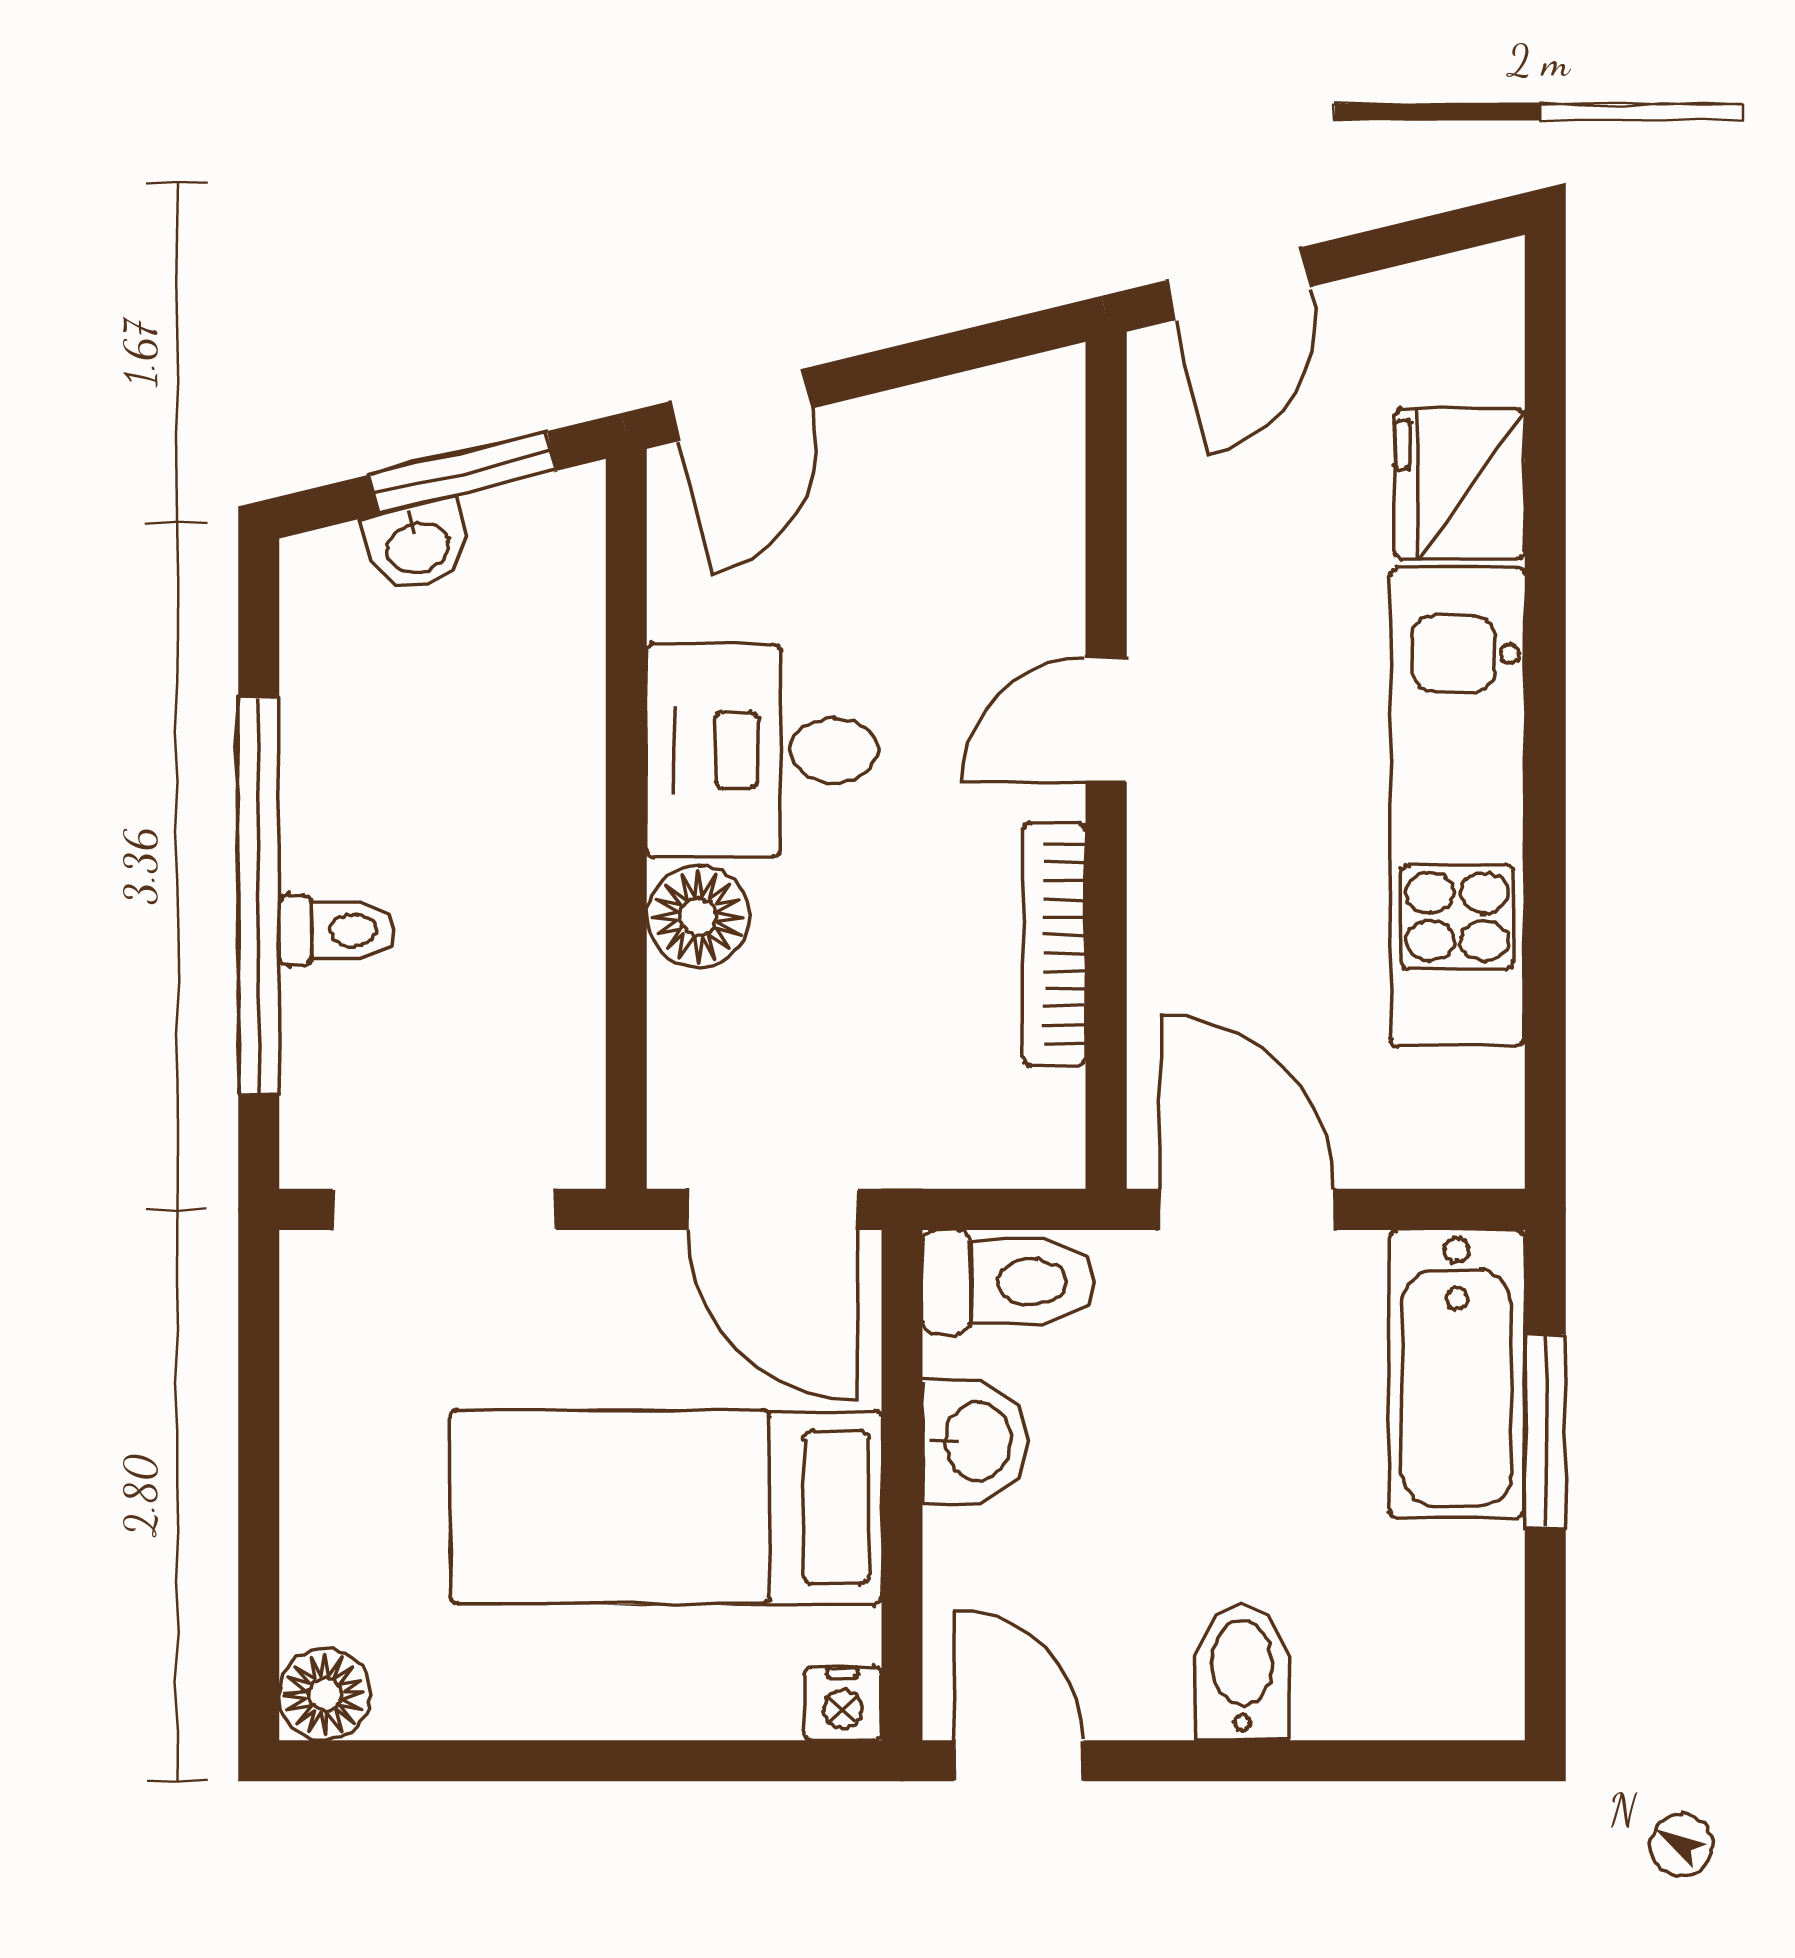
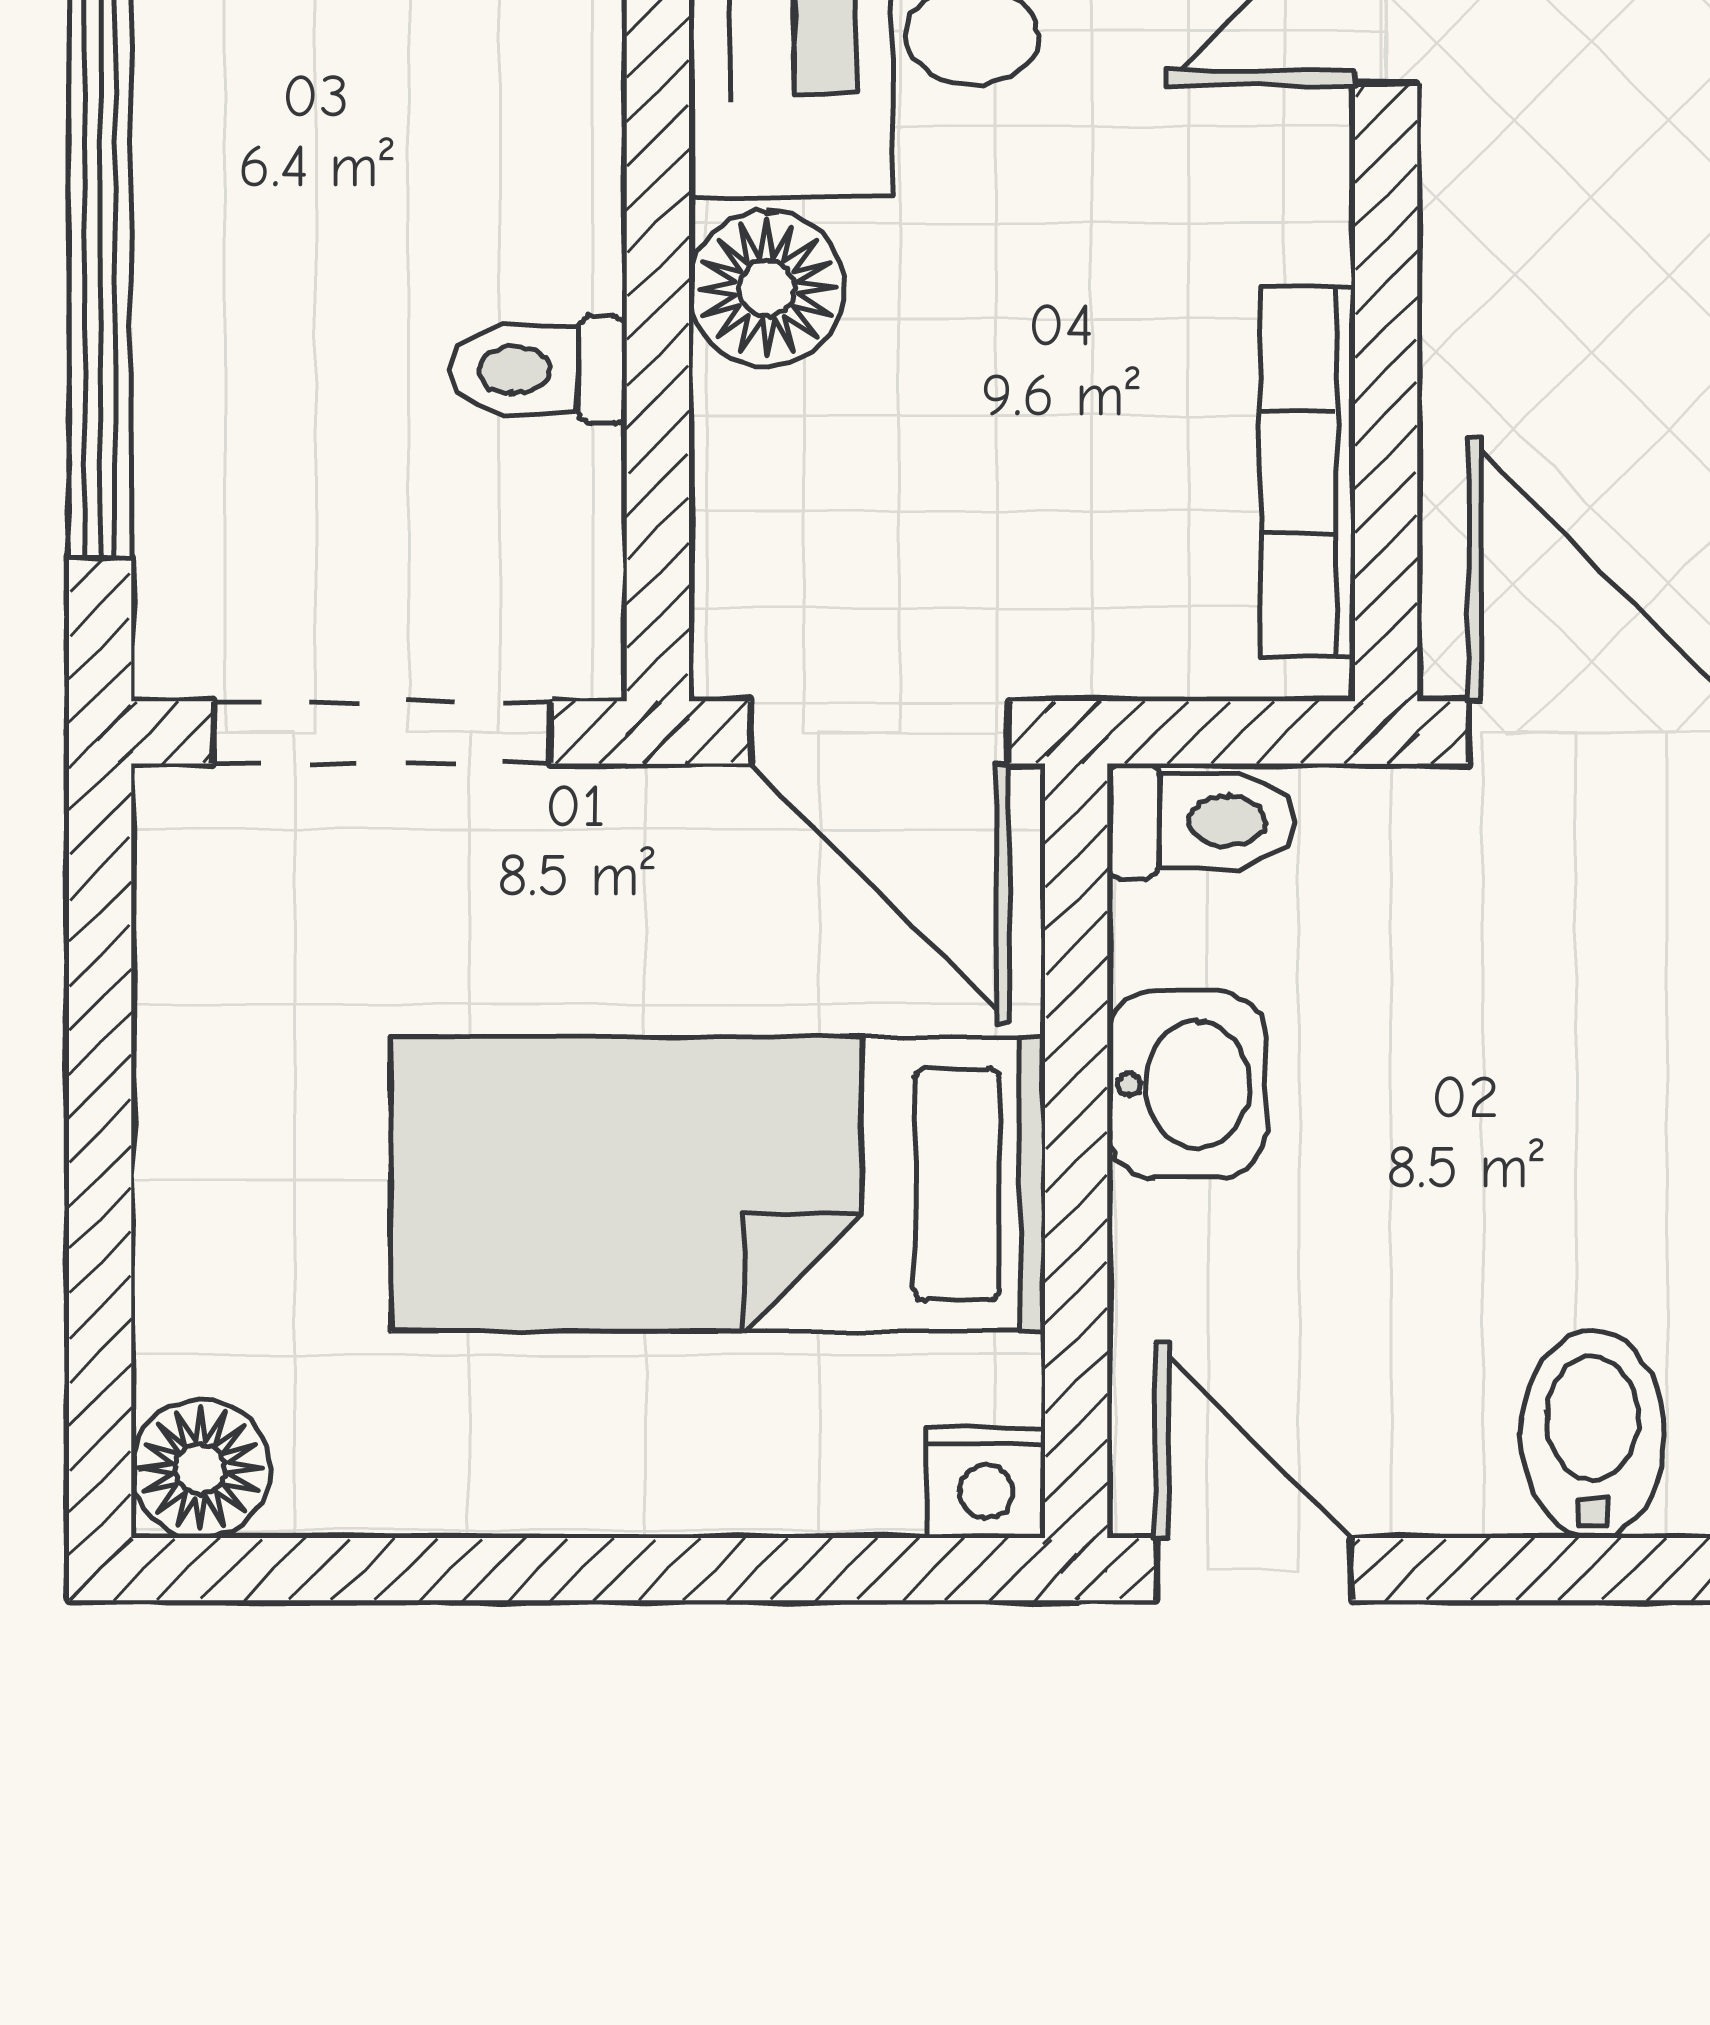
toilet: (337, 930) -> (539, 370), moved, turned 180
bookcase: (1055, 944) -> (1308, 472), moved
toilet: (1008, 1282) -> (1201, 821), width x0.73, depth x0.72

